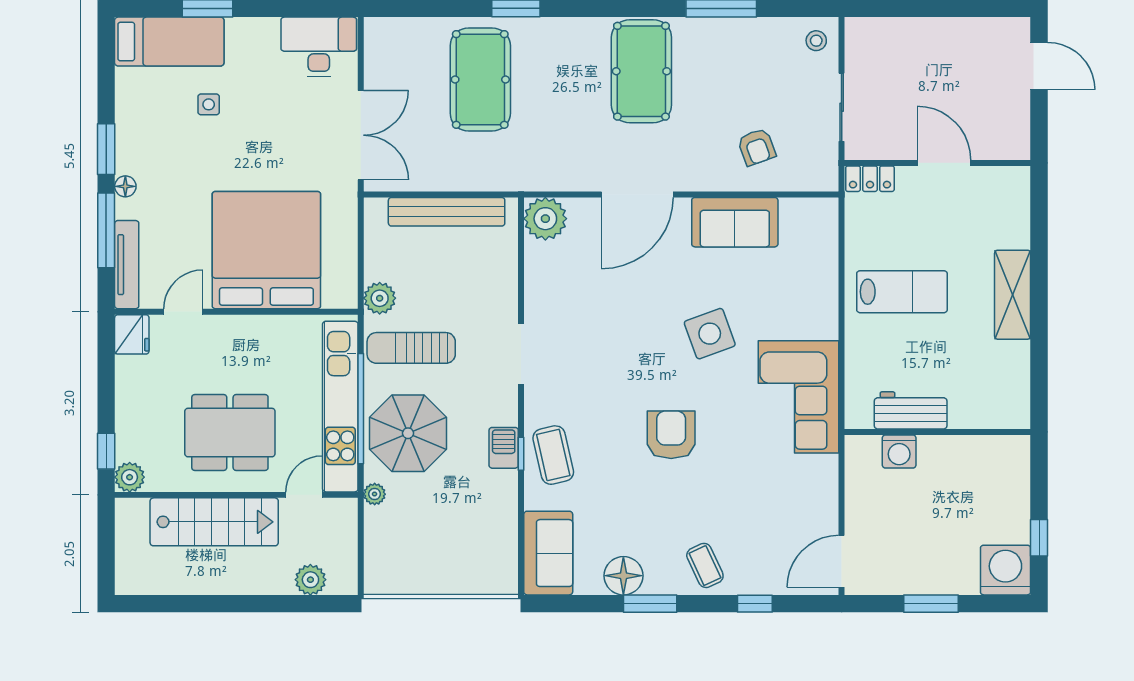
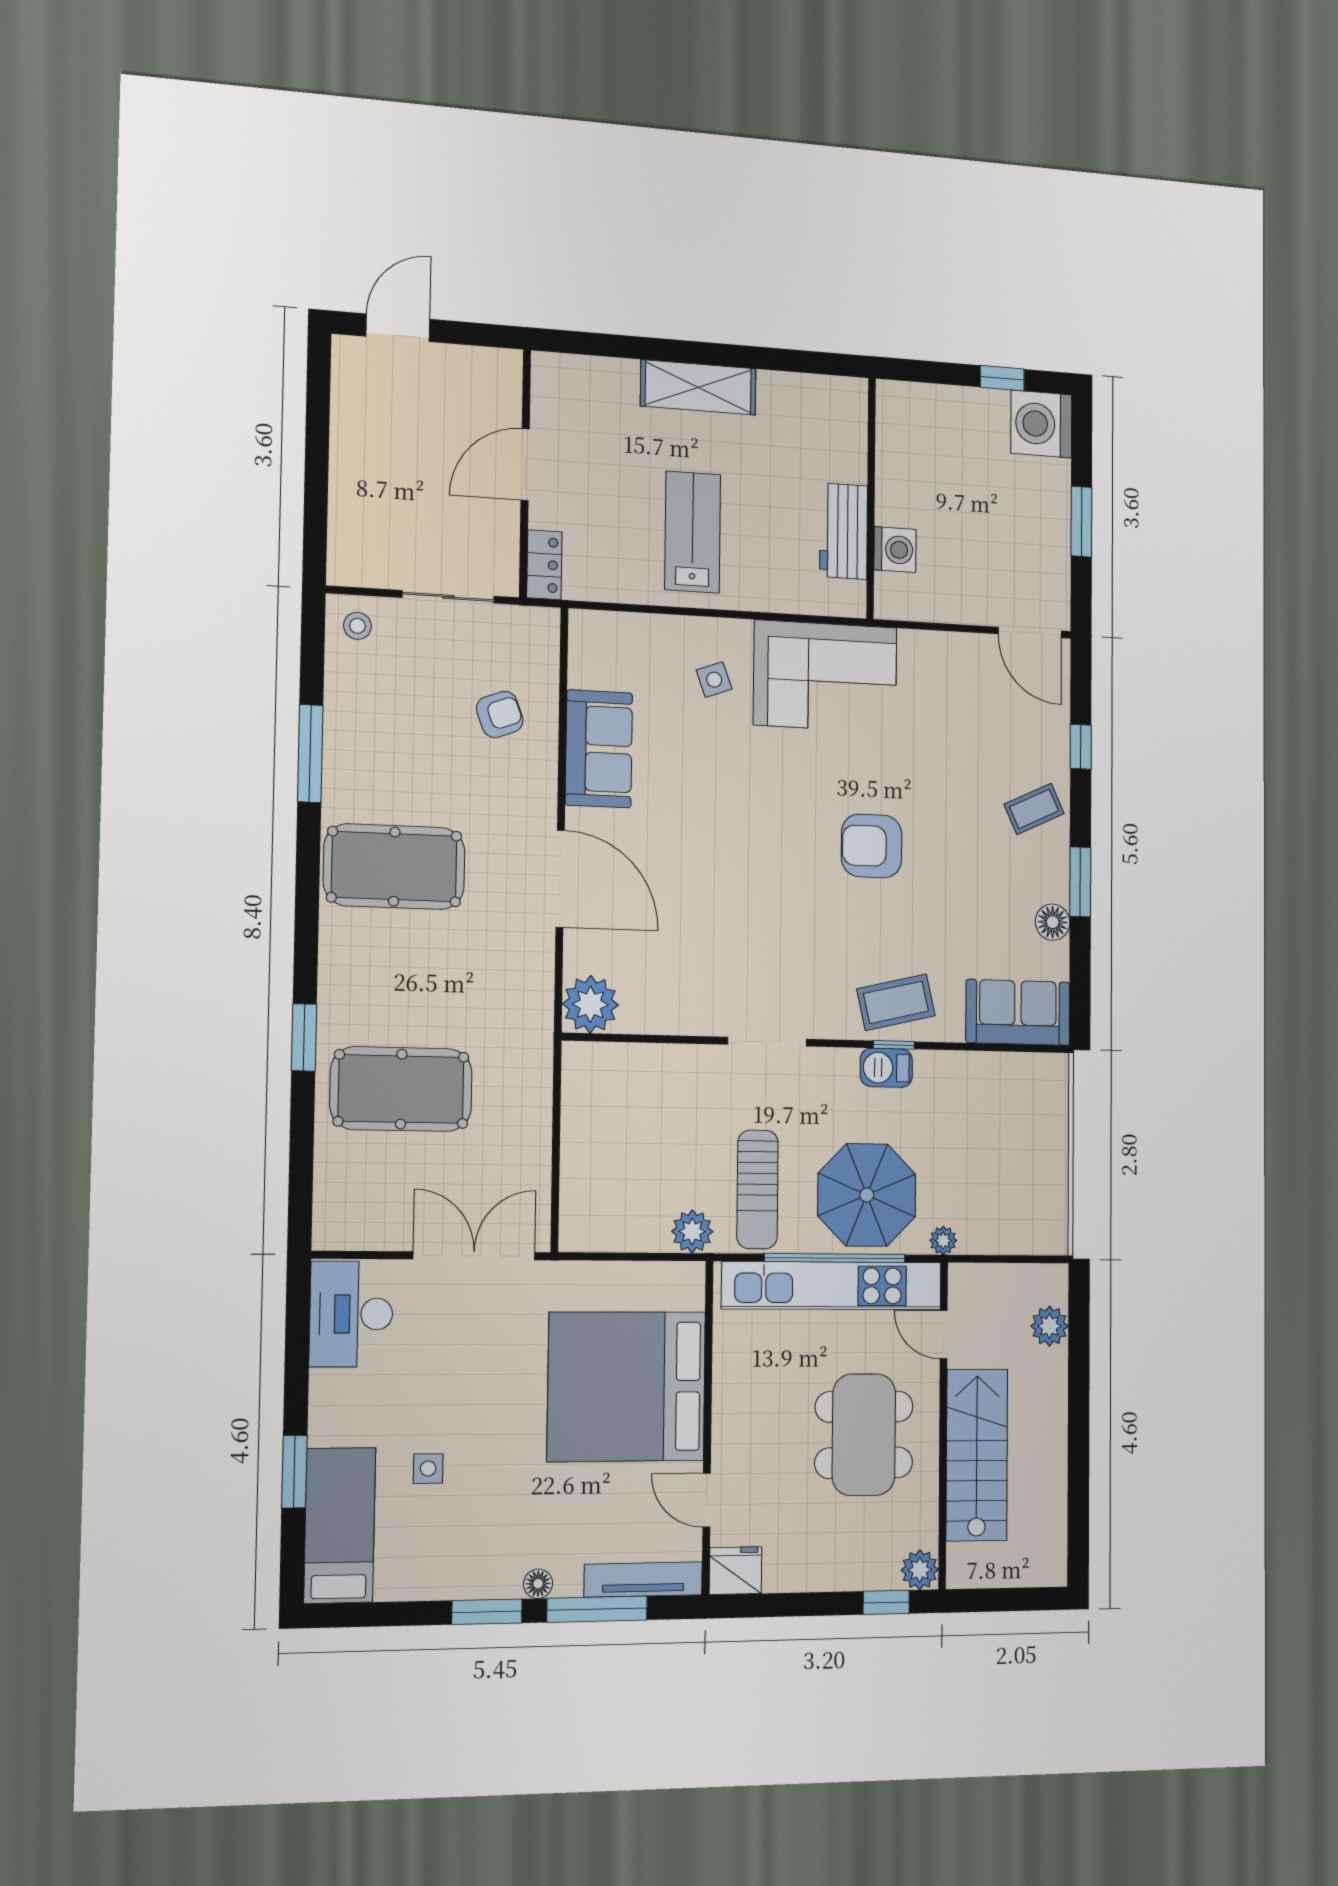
bench: (447, 212) -> (579, 1139), removed
side table: (710, 334) -> (714, 680), moved, width x0.54, depth x0.54
floor lamp: (623, 576) -> (1053, 922), width x0.73, depth x0.73

